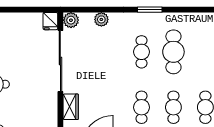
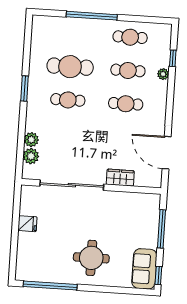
plant: (71, 20) -> (31, 156), moved
fridge: (50, 21) -> (27, 224), moved

